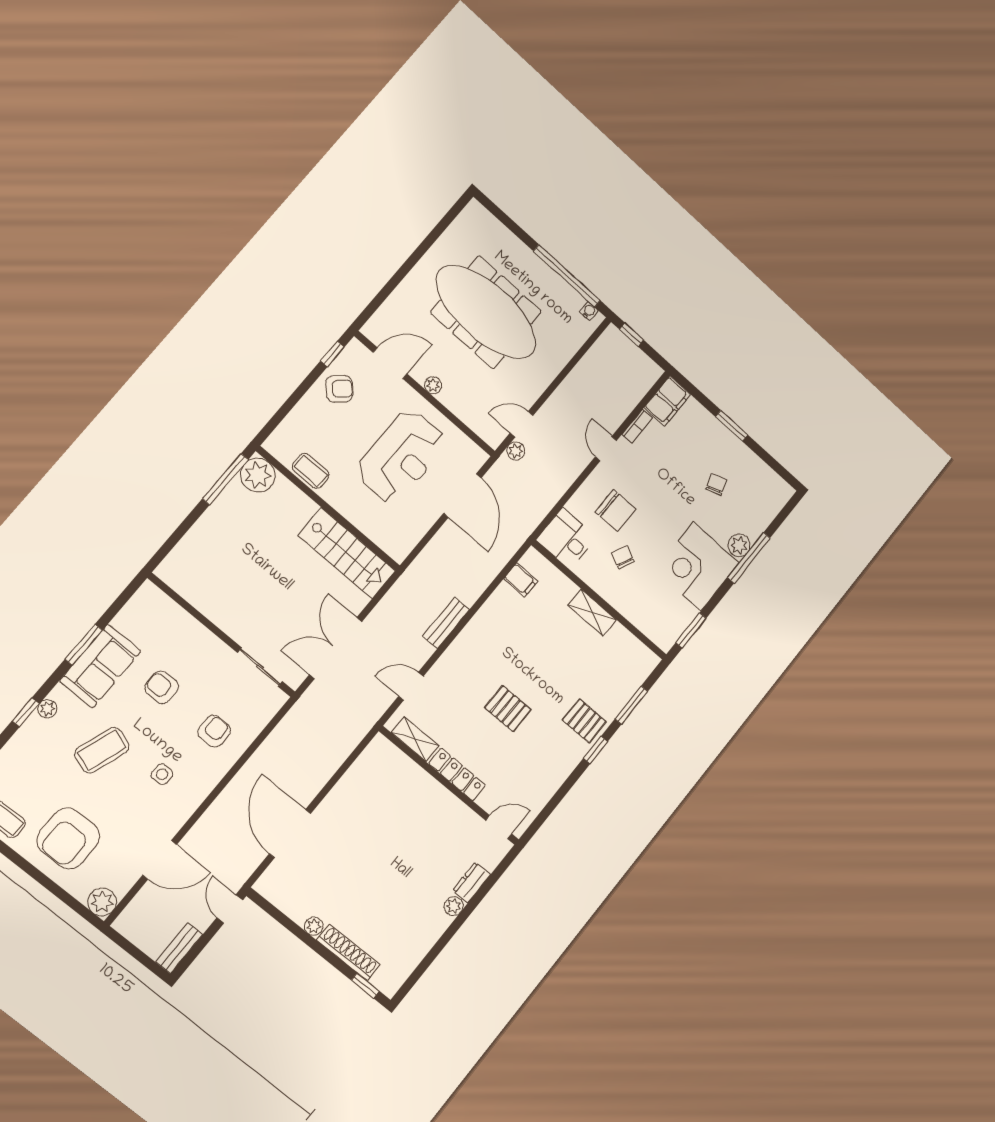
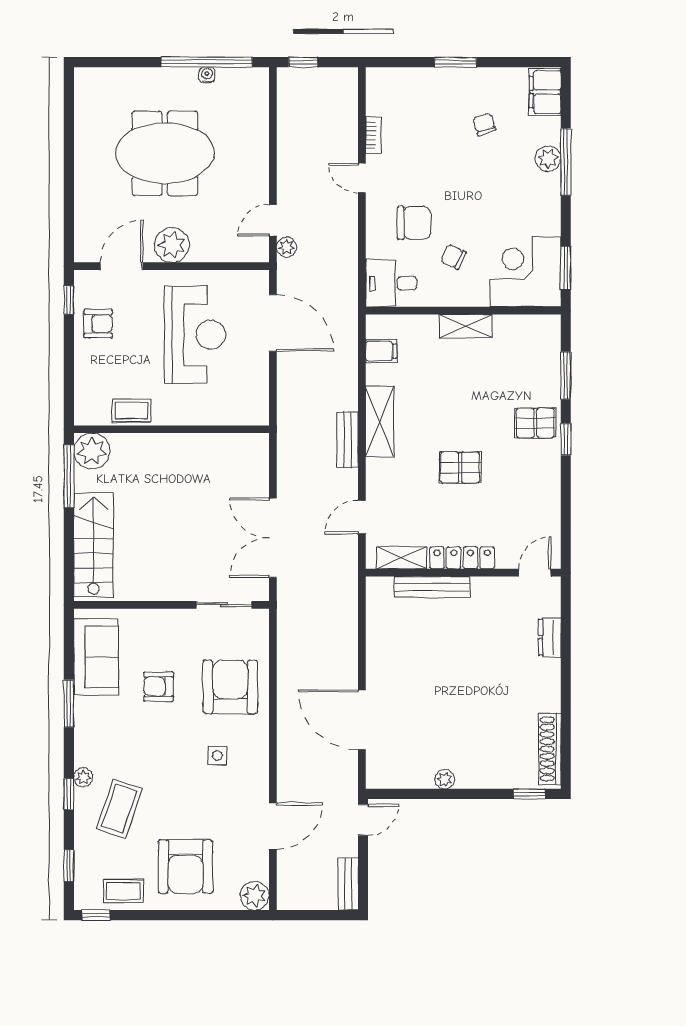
water cooler: (589, 311) -> (207, 75), moved
meeting table: (486, 312) -> (165, 153), width x0.73
plant: (433, 385) -> (172, 245), width x1.88, depth x1.88
armchair: (339, 389) -> (98, 324), turned 44
filing cabinet: (667, 401) -> (545, 92), moved, turned 180
stairs: (347, 553) -> (93, 545), moved, turned -90
corner desk: (697, 566) -> (526, 272), moved, turned 90
shelving: (479, 629) -> (380, 421), added
sofa: (100, 666) -> (96, 657), moved
armchair: (214, 731) -> (230, 687), width x1.88, depth x1.88
coffee table: (102, 750) -> (119, 809), moved
bench: (419, 778) -> (432, 587), added
plant: (454, 906) -> (551, 669), removed
door: (230, 909) -> (363, 820), swing flipped
shoe rack: (348, 953) -> (550, 749), moved, turned -90

